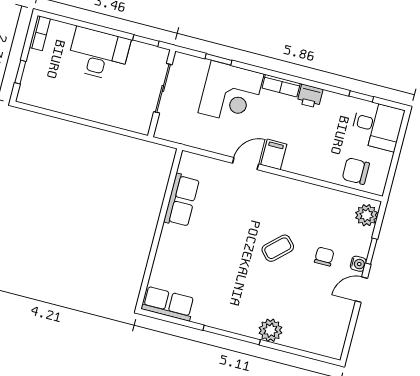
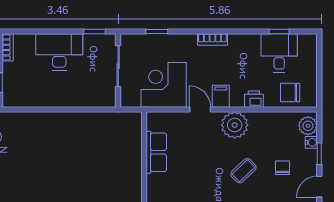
corner desk: (231, 93) -> (164, 85), moved, turned 180
printer: (310, 96) -> (254, 99), moved, turned 180
desk: (377, 125) -> (279, 53), moved, turned -90
door: (246, 164) -> (200, 110), hinge flipped
plant: (281, 192) -> (235, 125), added
water cooler: (358, 264) -> (311, 142), moved

